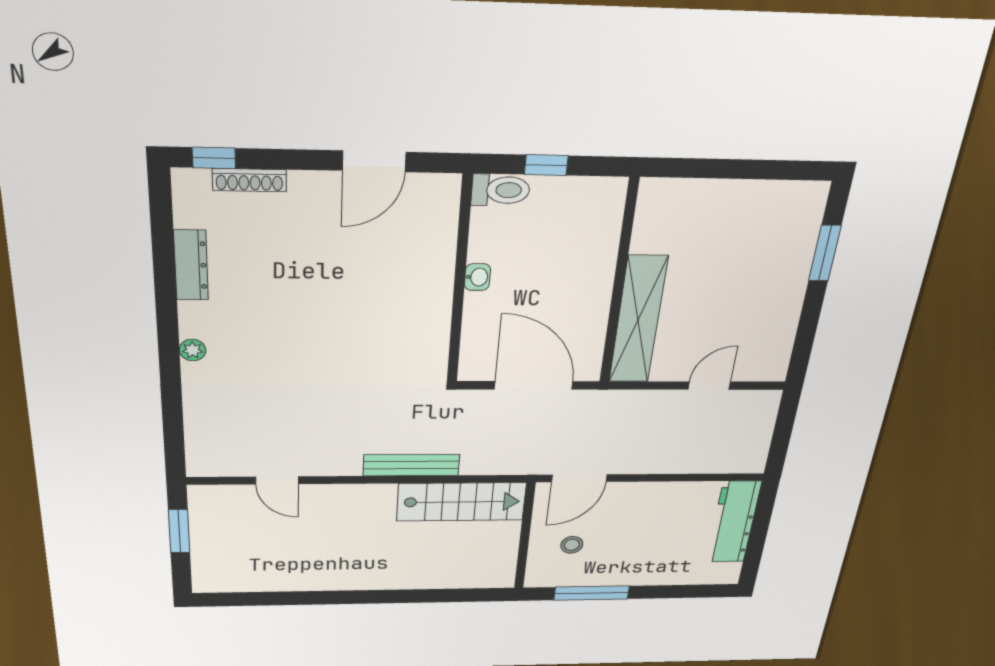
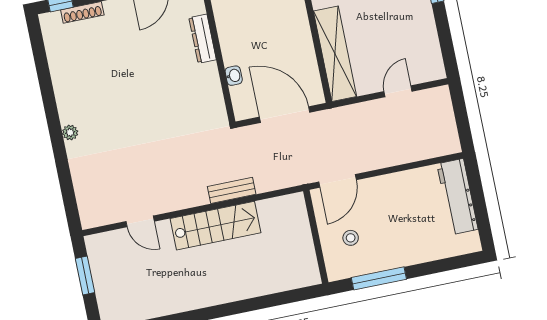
dresser: (191, 265) -> (203, 39), moved, turned 180
washbasin: (477, 277) -> (234, 76), moved
bench: (411, 465) -> (232, 190), width x0.73
stairs: (461, 502) -> (216, 226), moved

